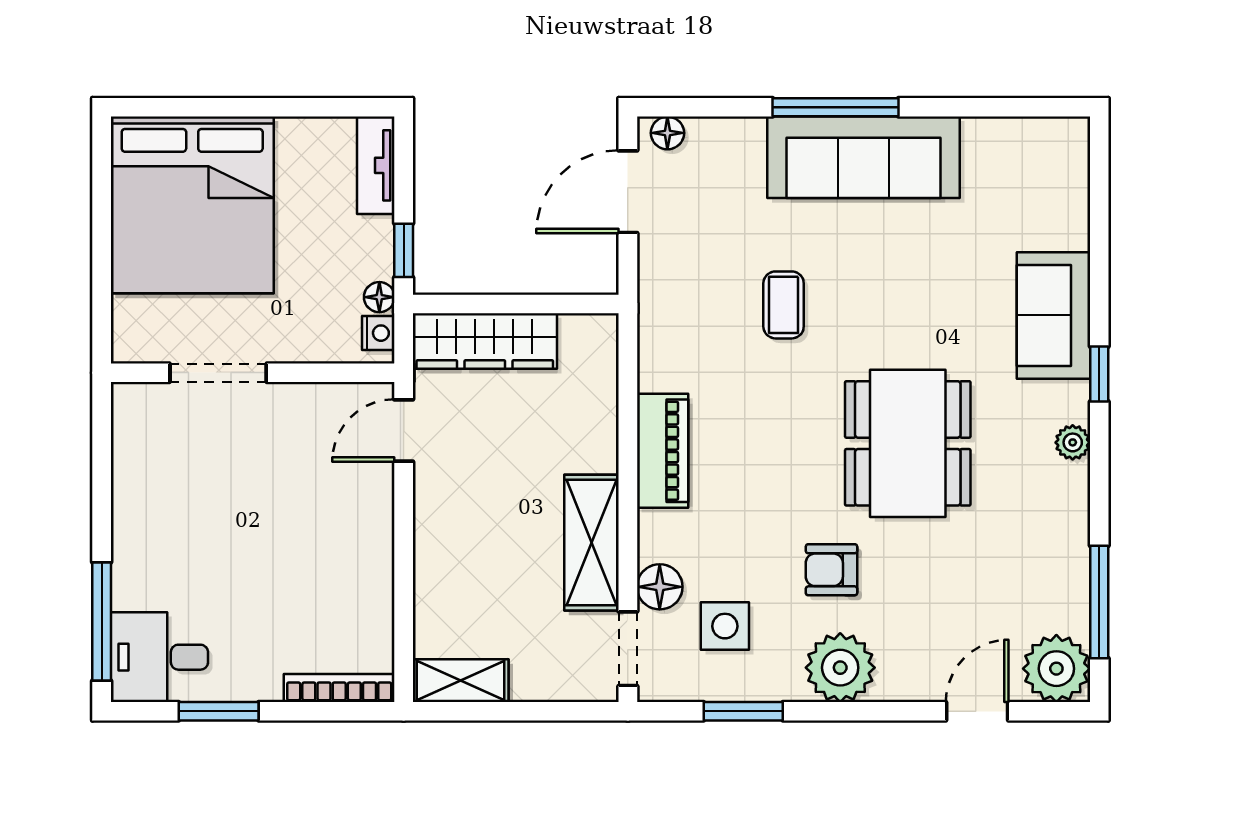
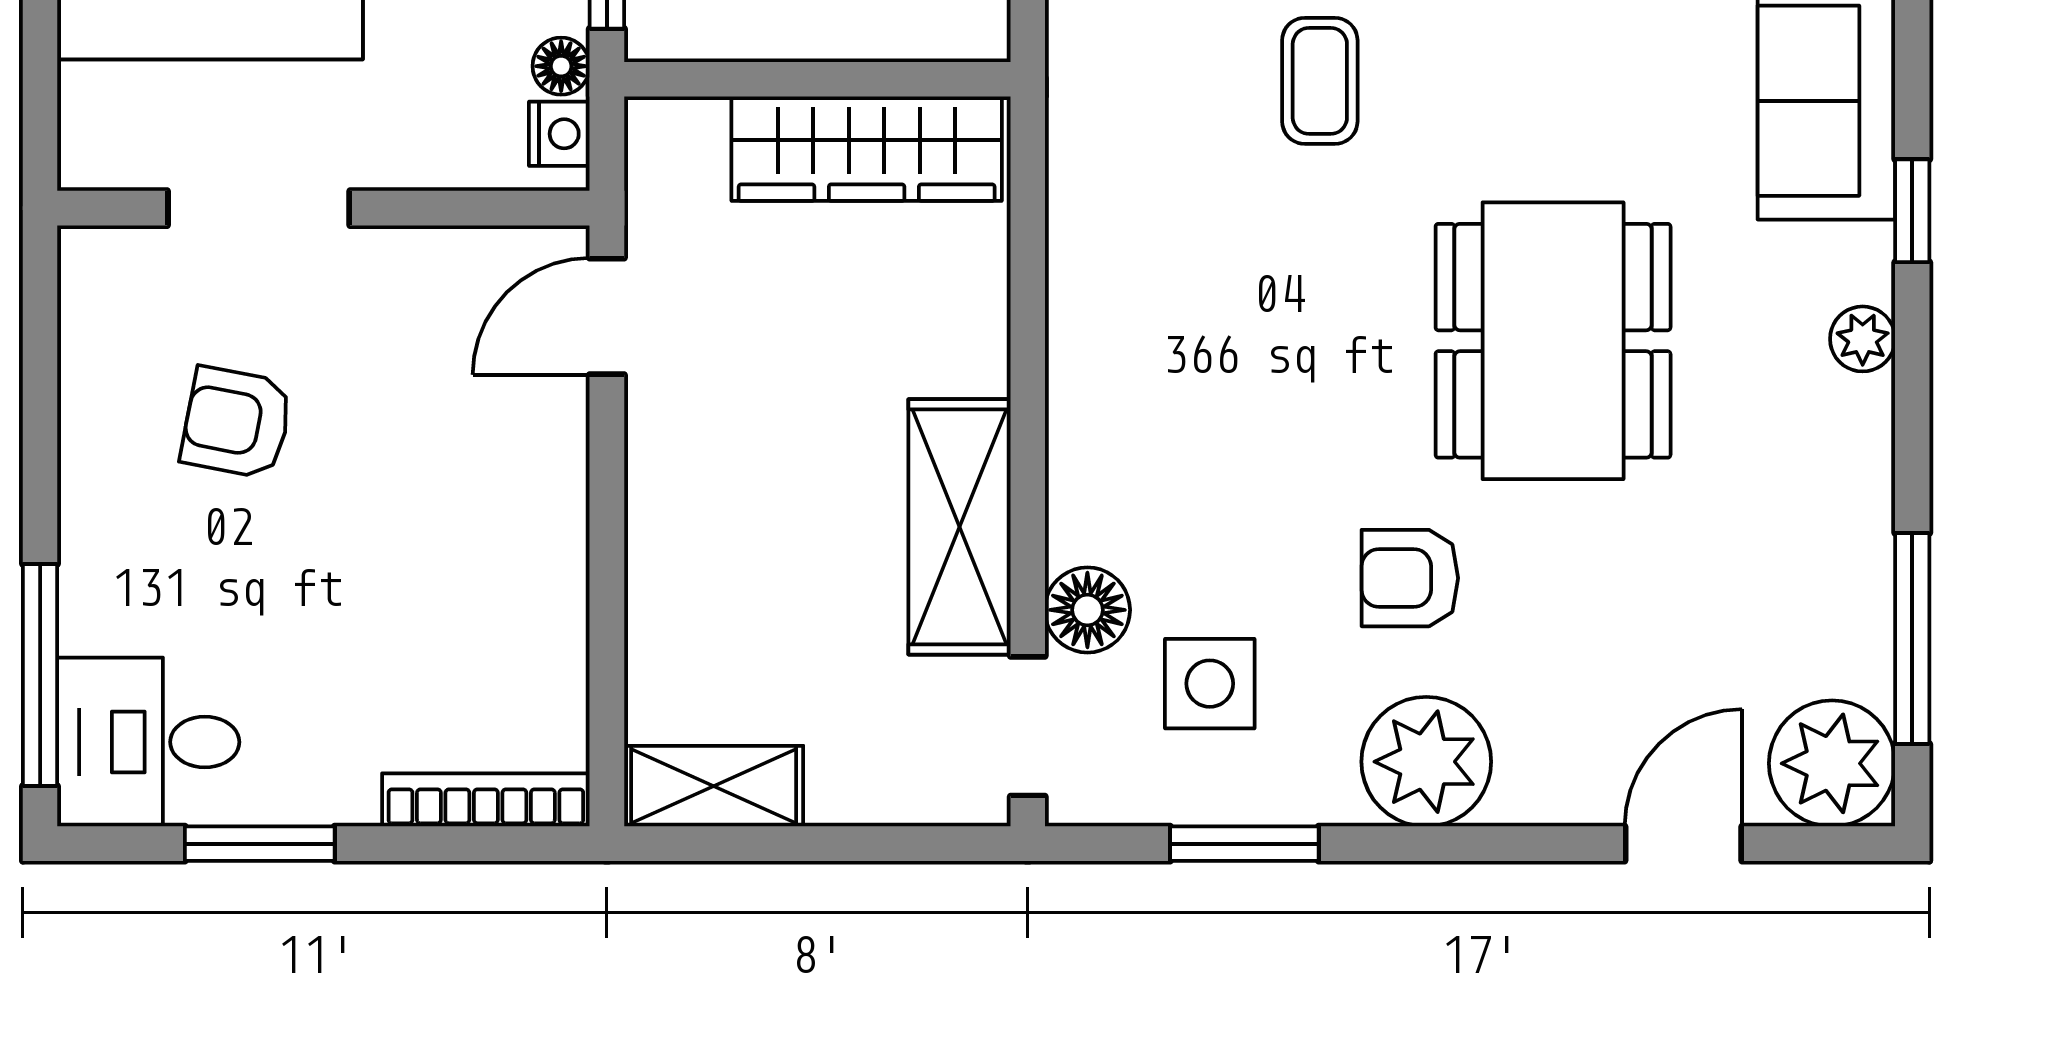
wardrobe: (485, 341) -> (867, 149), moved
piano: (663, 451) -> (1093, 355), removed
armchair: (206, 487) -> (237, 423), added

